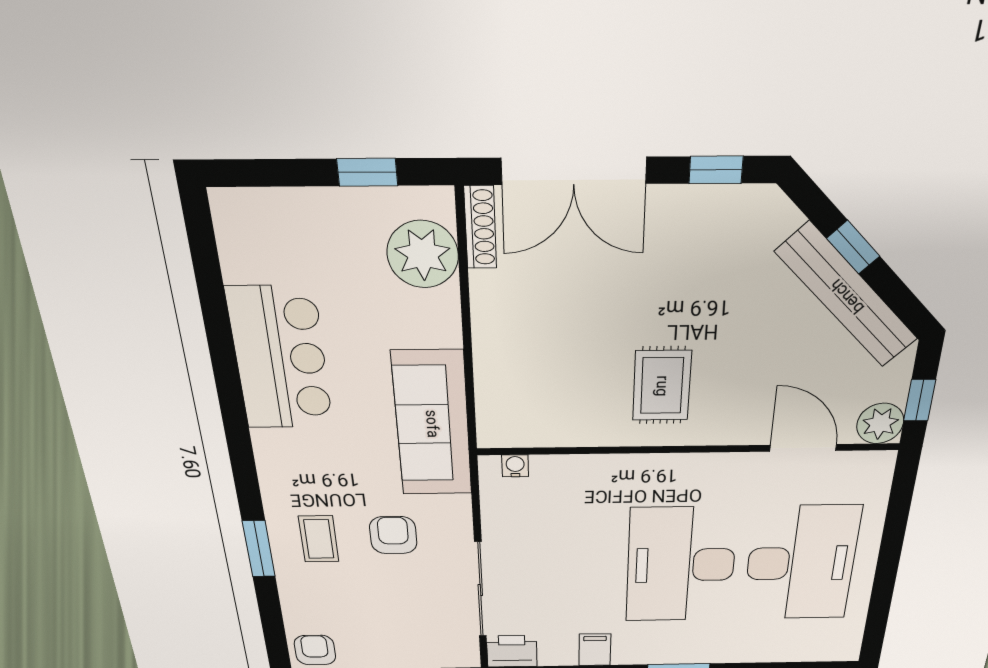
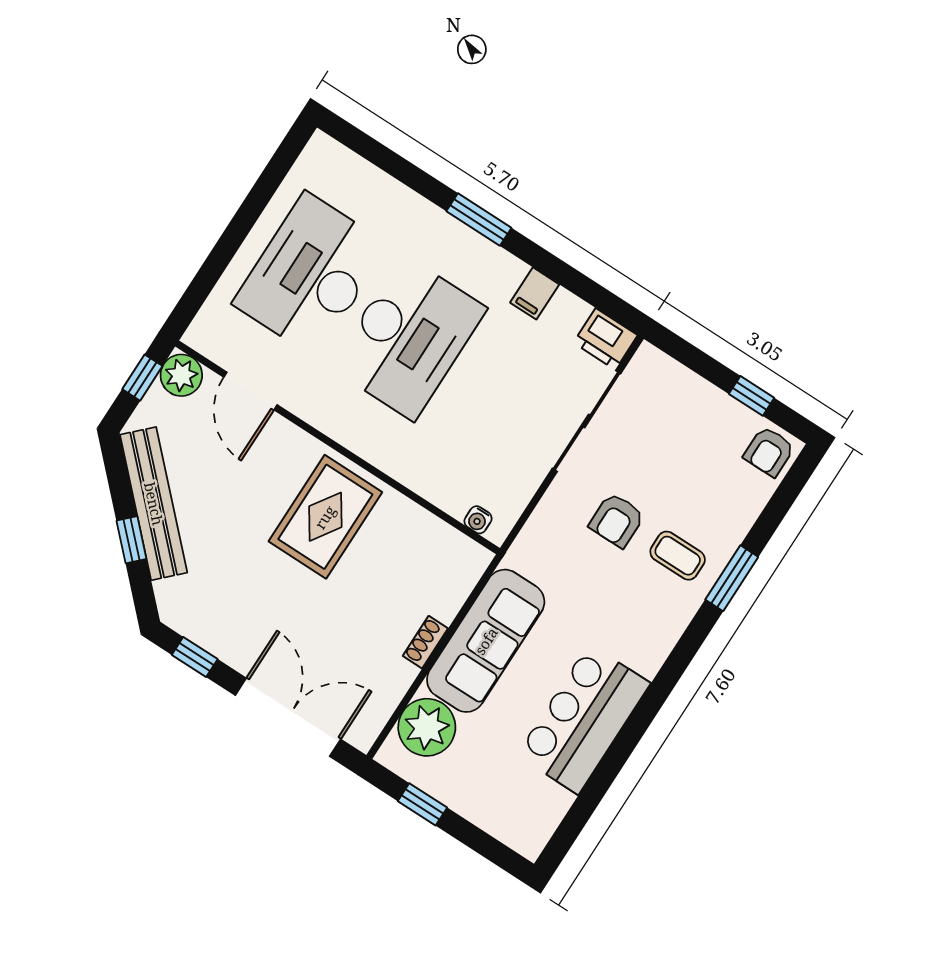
shoe rack: (480, 227) -> (425, 642), moved, width x0.70
rug: (662, 386) -> (325, 517), width x1.36, depth x1.43
sofa: (432, 424) -> (486, 641), moved
coffee table: (319, 539) -> (678, 556), turned 90

